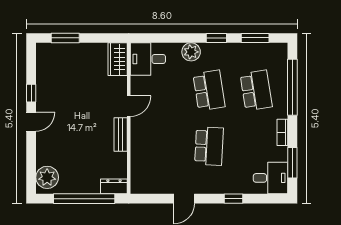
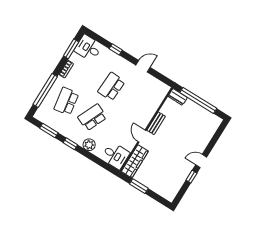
window: (65, 38) -> (139, 186), moved
wardrobe: (118, 59) -> (135, 161), width x1.50
school desk: (209, 90) -> (92, 117), turned 33
door: (129, 106) -> (142, 136), hinge flipped
plant: (47, 177) -> (211, 125), removed

